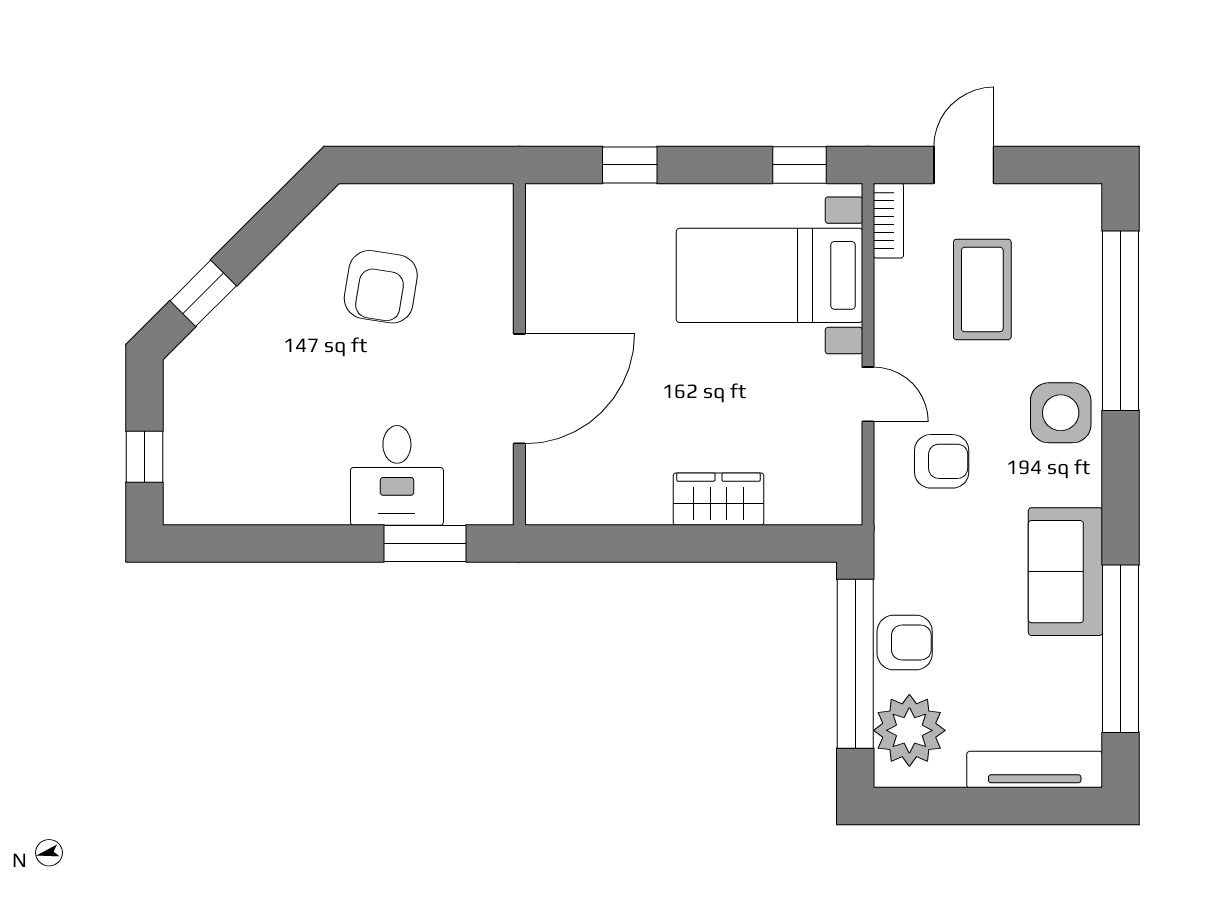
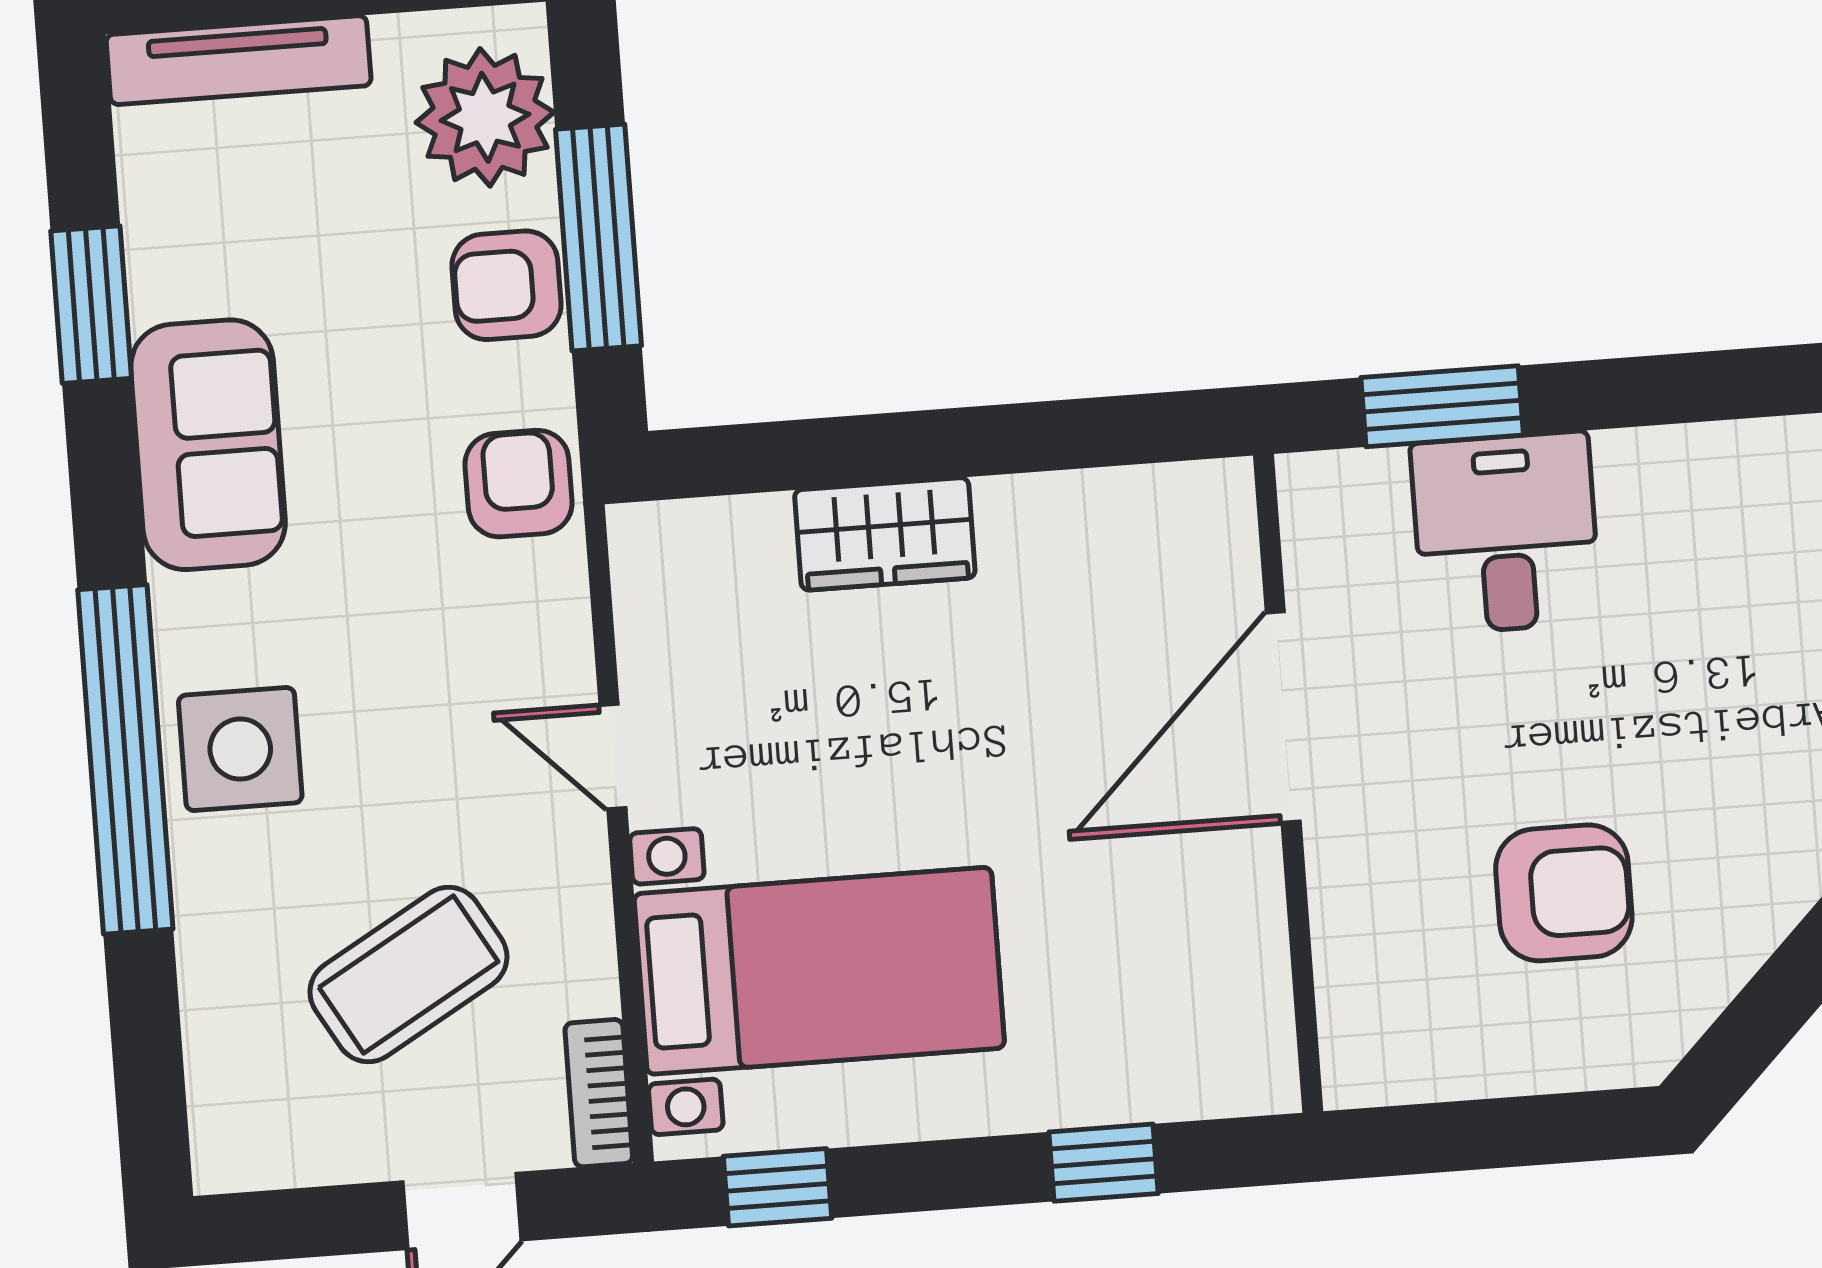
armchair: (381, 287) -> (1564, 893), turned 81
coffee table: (982, 289) -> (408, 974), turned 60
window: (1121, 321) -> (125, 759), moved
armchair: (942, 461) -> (519, 484), moved, turned 90
window: (1121, 649) -> (91, 305), width x0.47
window: (855, 664) -> (598, 238), width x0.68

